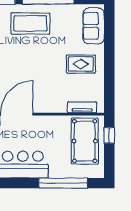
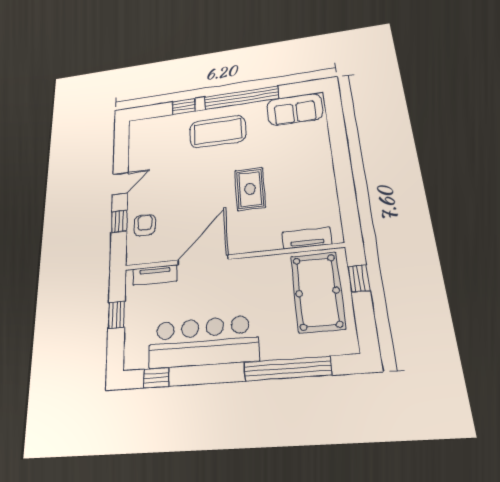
sofa: (94, 26) -> (295, 109), moved, turned -90
rug: (81, 64) -> (250, 189), moved, turned 90

